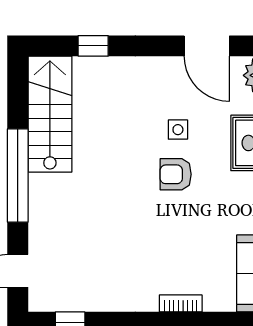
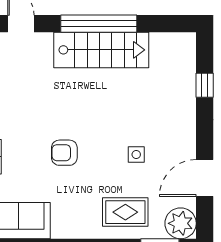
stairs: (50, 114) -> (101, 50), moved
armchair: (176, 174) -> (64, 153), moved, turned -90

